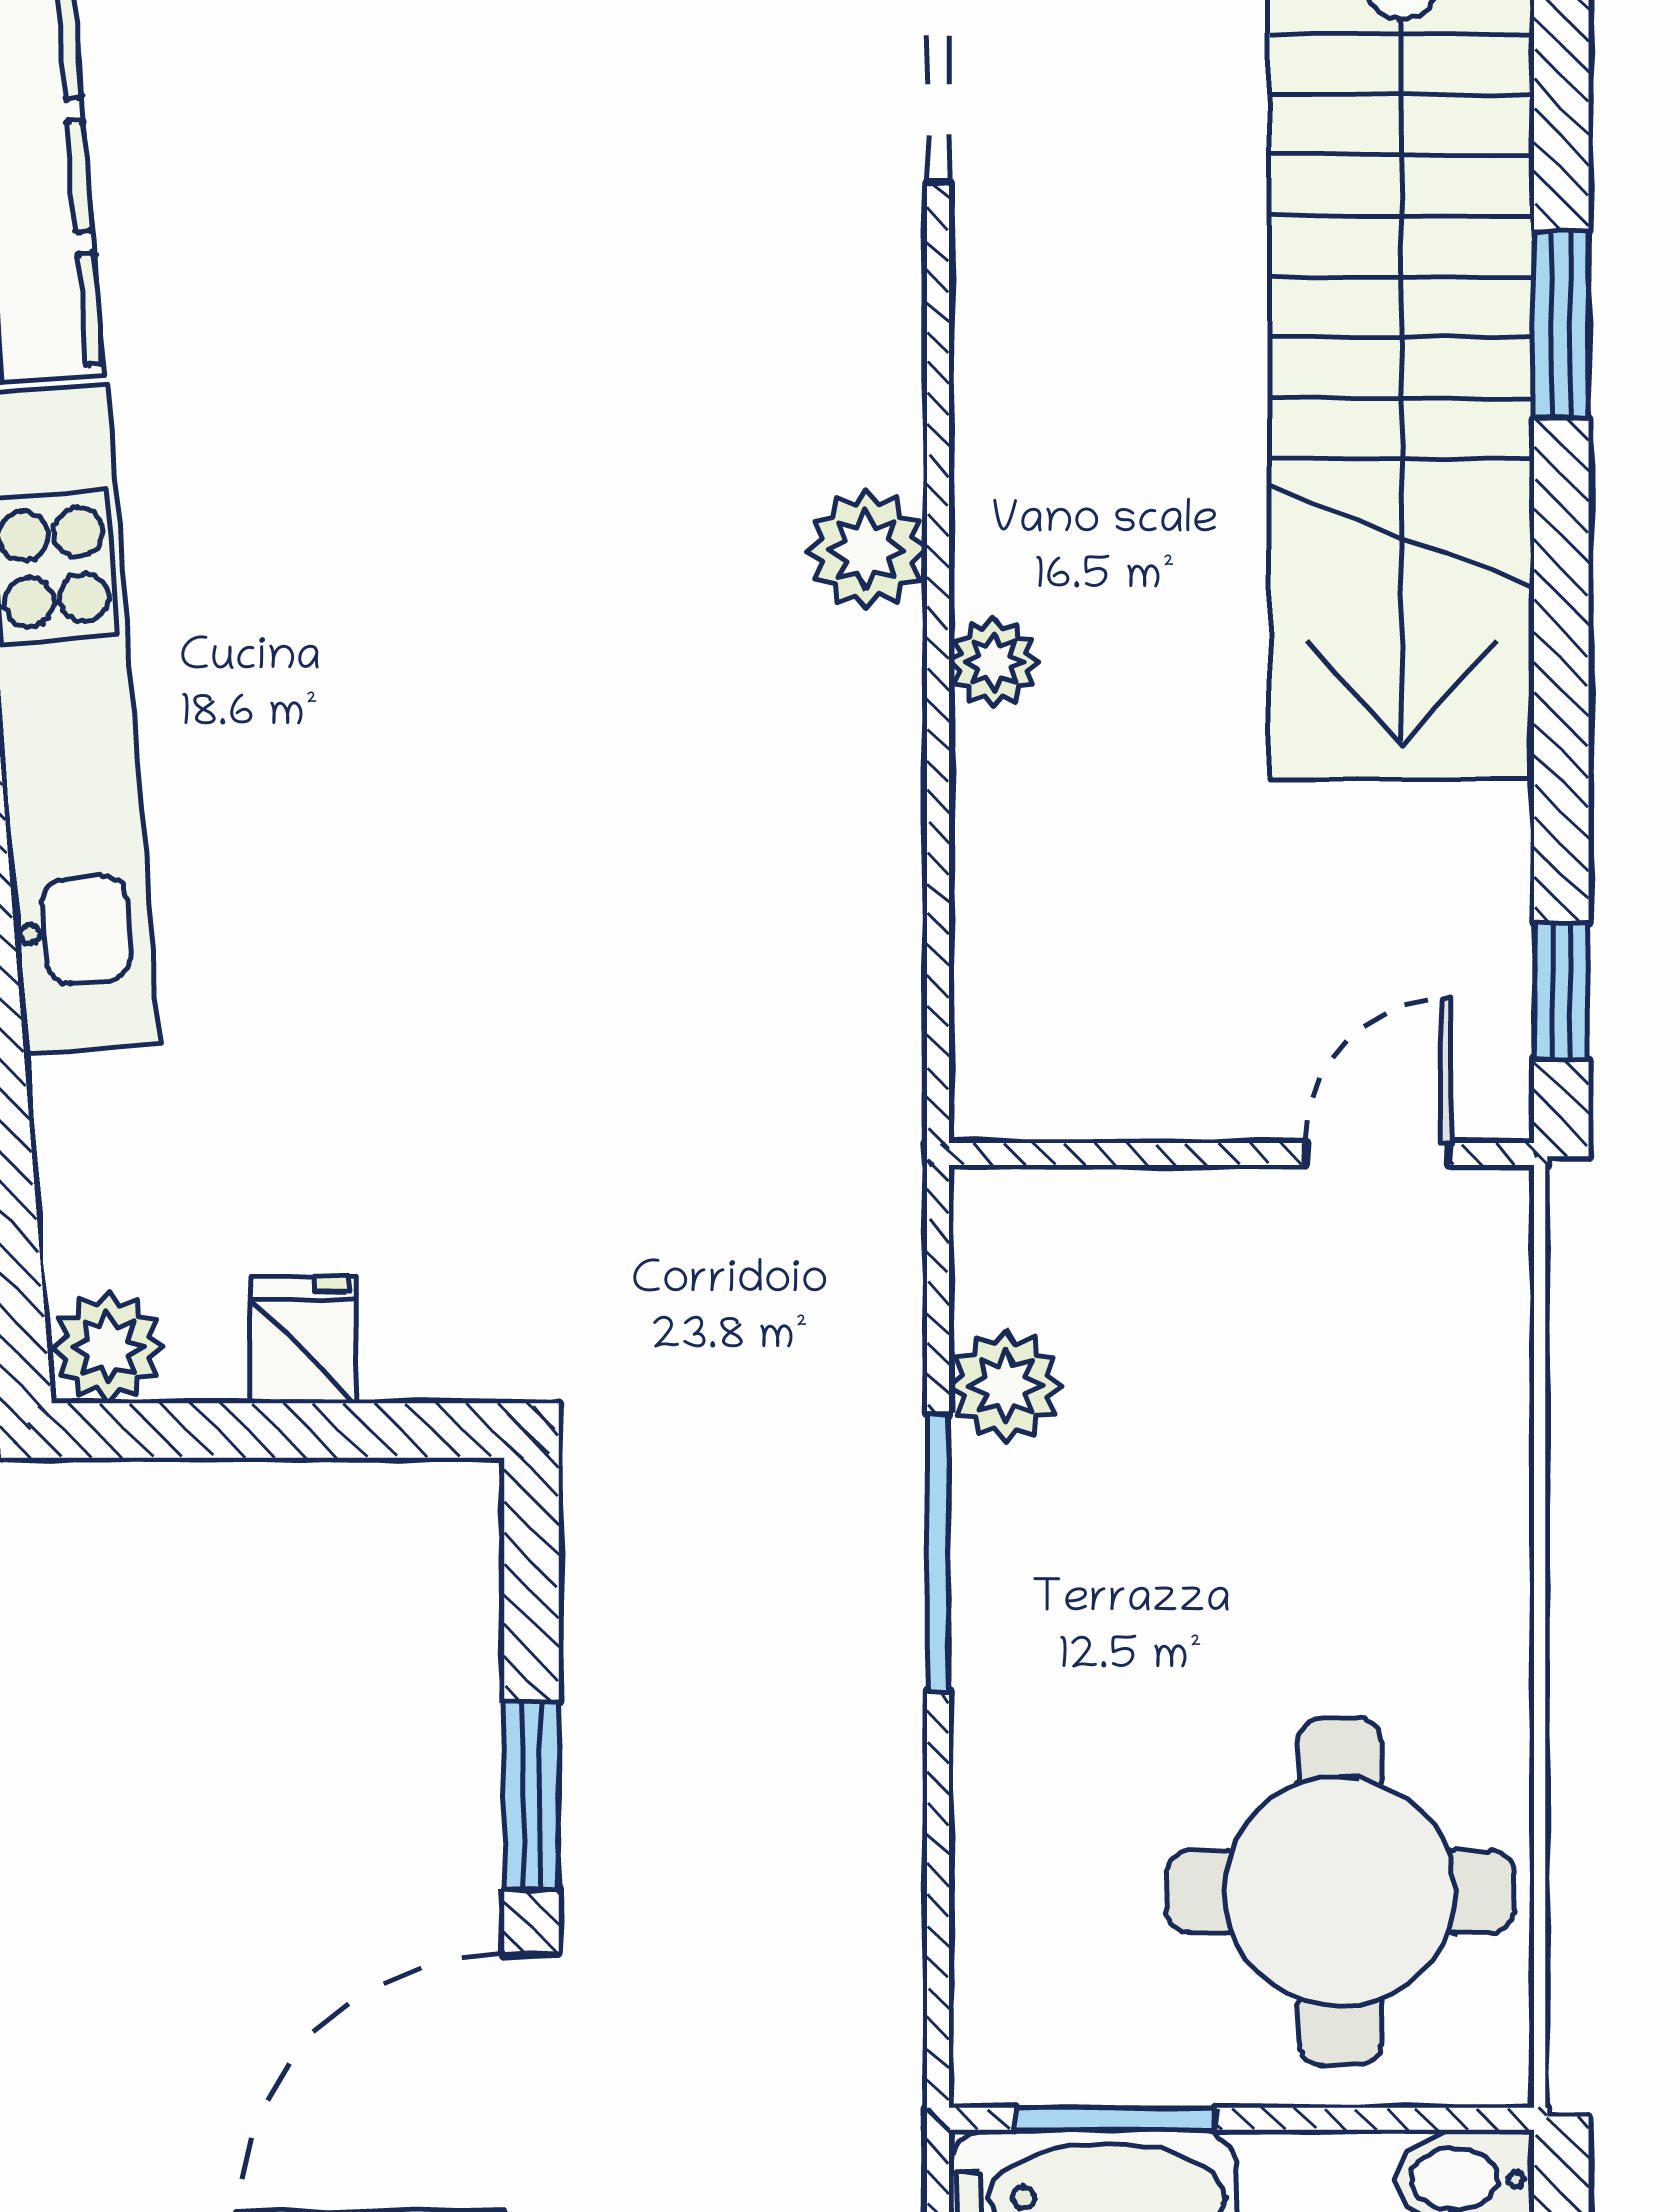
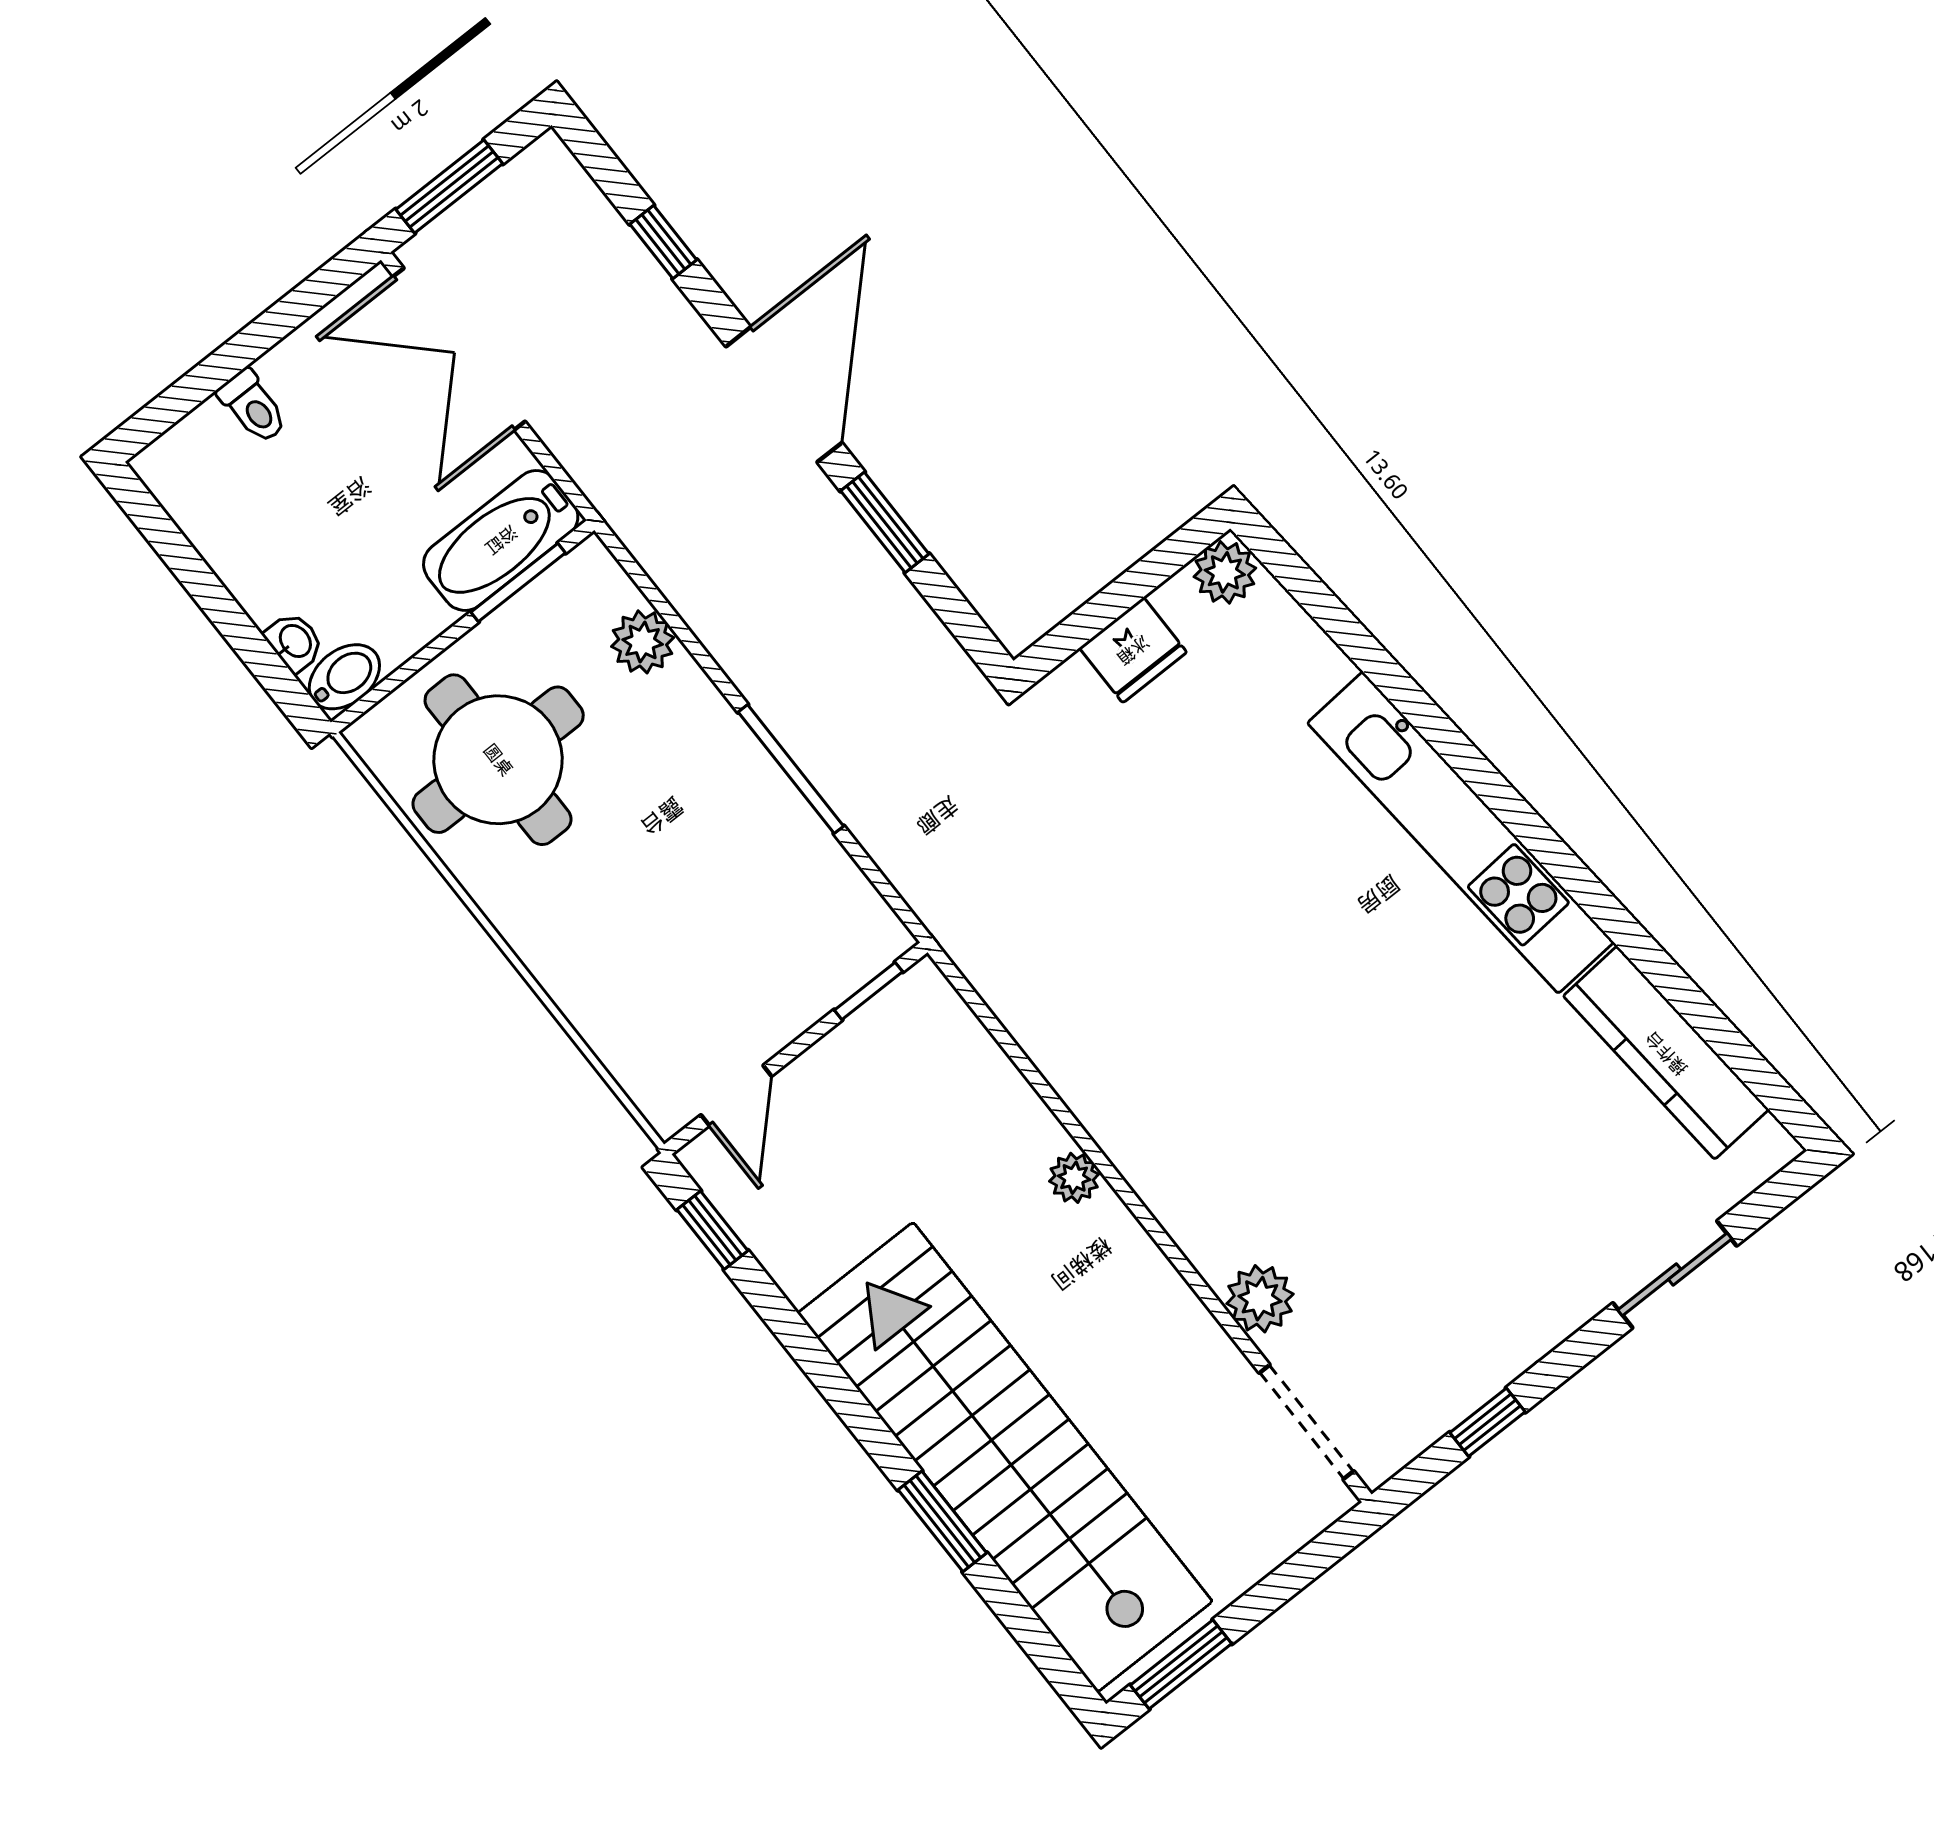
plant: (867, 550) -> (1260, 1299), moved
window: (1075, 1154) -> (869, 991), added
fridge: (304, 1340) -> (1133, 650), width x1.38
plant: (1006, 1386) -> (643, 642), moved

